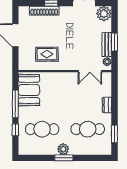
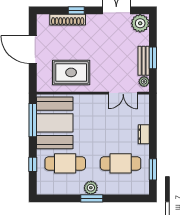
rug: (47, 54) -> (71, 72), width x1.36, depth x1.43
booth: (29, 90) -> (55, 123), width x1.36, depth x1.42
window: (15, 104) -> (33, 120), moved

